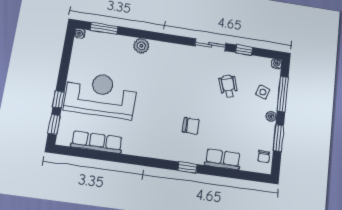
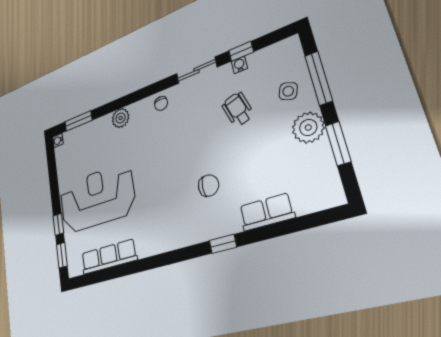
water cooler: (277, 64) -> (239, 65), moved
plant: (271, 116) -> (308, 127), width x1.88, depth x1.88
chair: (264, 157) -> (161, 103), moved

